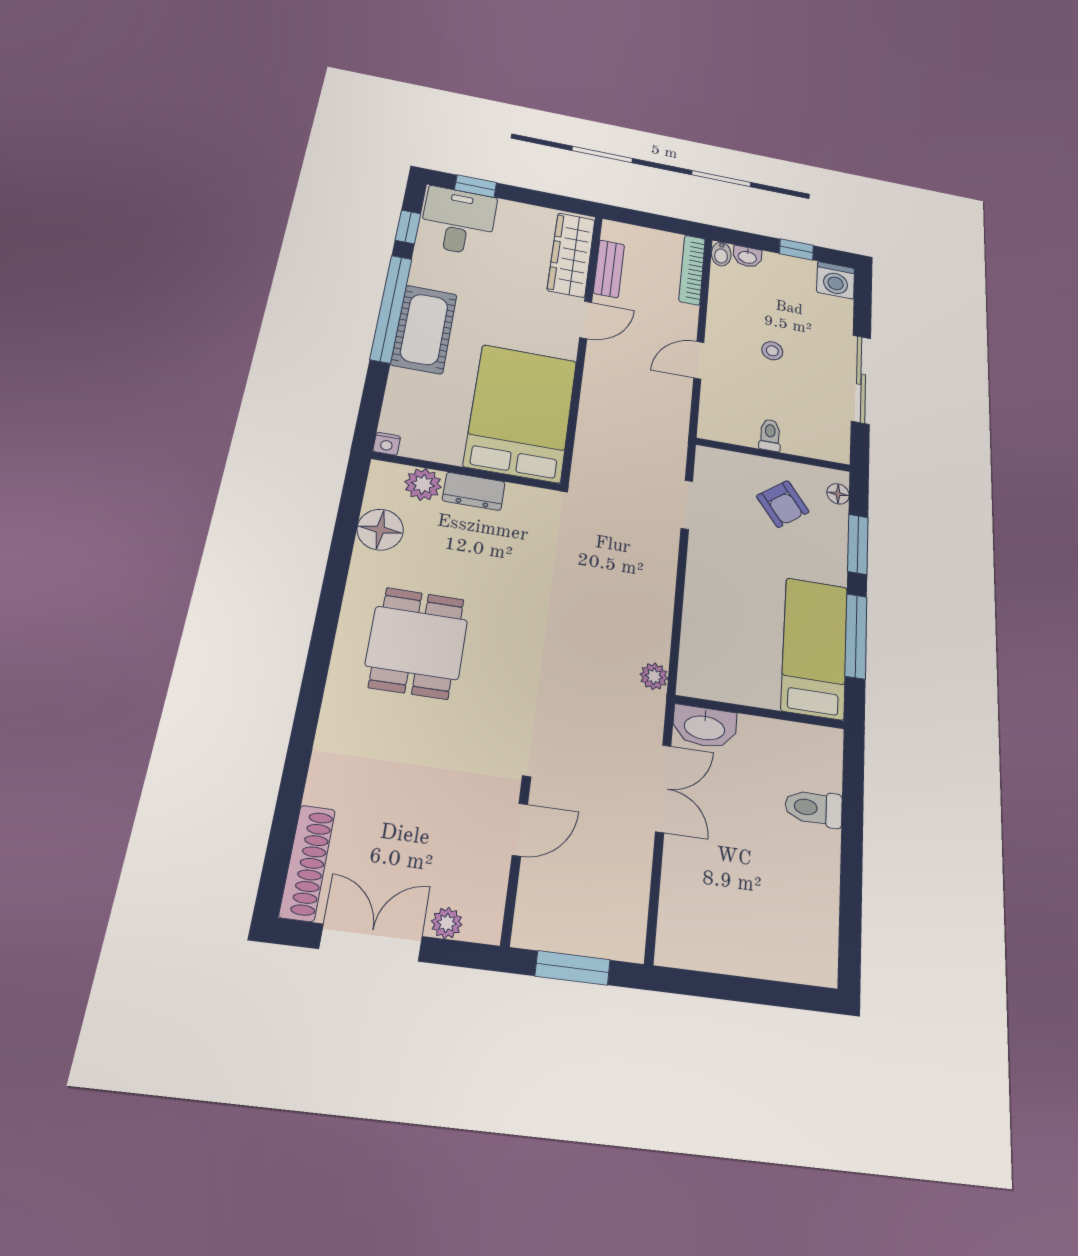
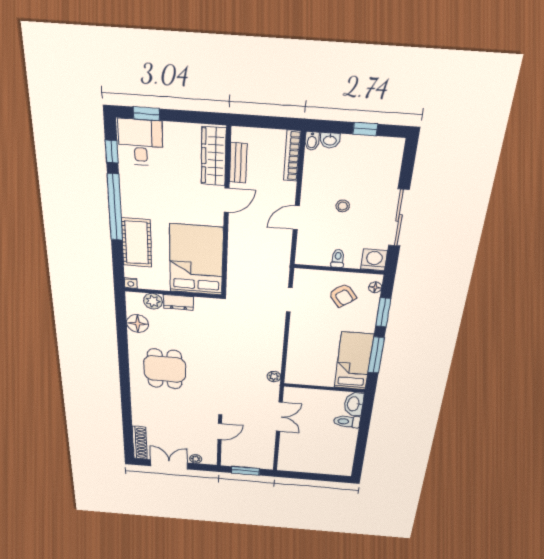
washing machine: (836, 280) -> (374, 260), moved, turned 180
cot: (424, 329) -> (137, 243), moved
washbasin: (705, 727) -> (354, 404), moved, turned 90

